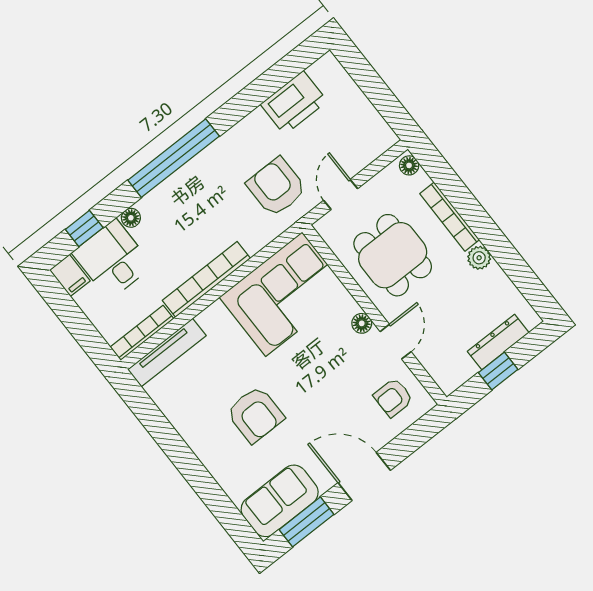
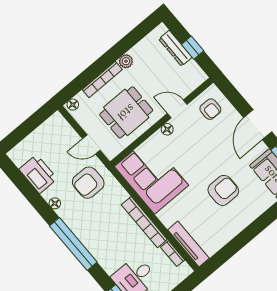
floor lamp: (131, 218) -> (55, 203), moved
bookcase: (142, 333) -> (173, 254), width x0.64

